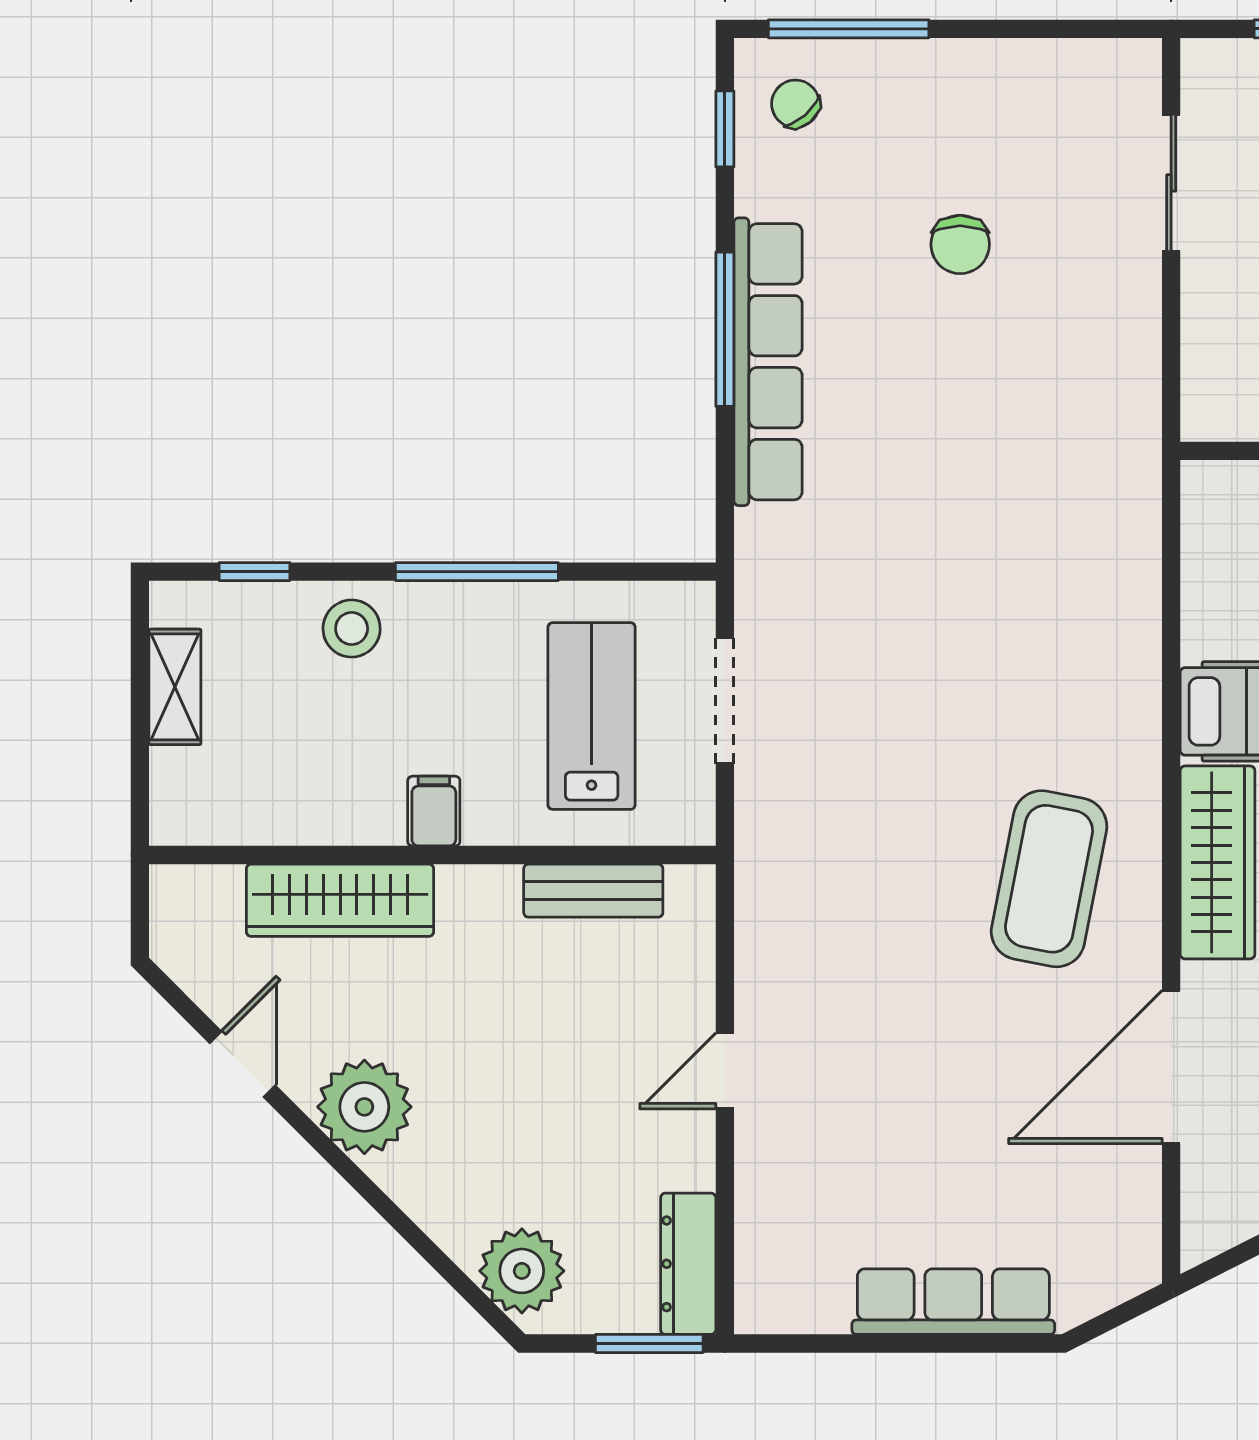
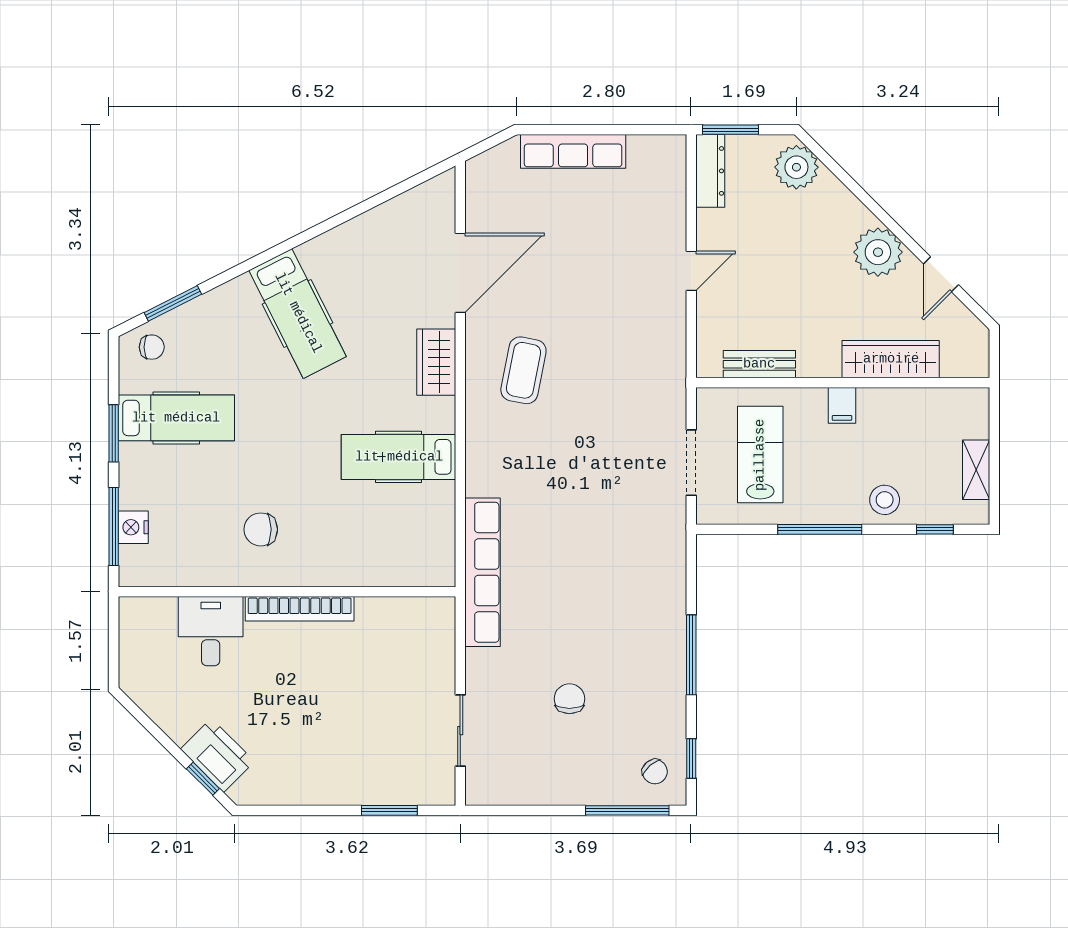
row of seats: (768, 362) -> (483, 572), moved, turned 180
lab bench: (592, 716) -> (760, 455), turned 180
wardrobe: (1218, 862) -> (436, 362), width x0.67
coffee table: (1049, 879) -> (523, 370), width x0.73, depth x0.76

